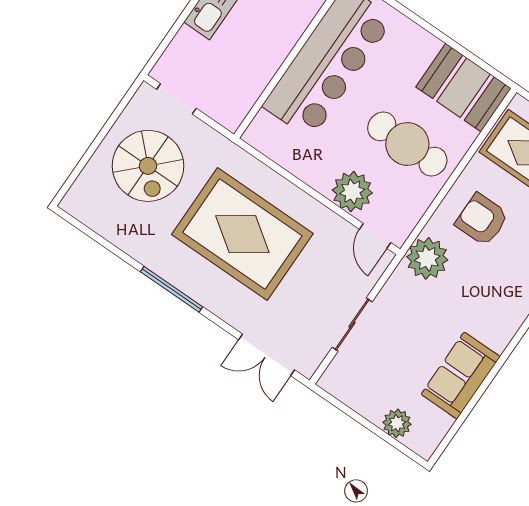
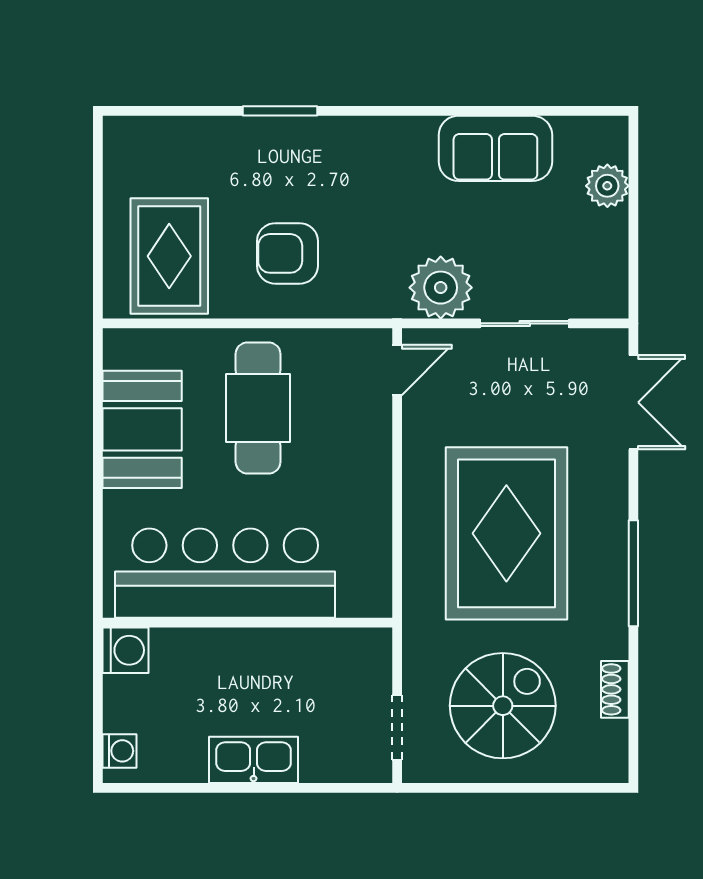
booth: (463, 88) -> (142, 429), moved
plant: (352, 192) -> (362, 435), removed
armchair: (482, 220) -> (287, 253), turned 90
shoe rack: (114, 234) -> (615, 689), added
plant: (427, 258) -> (441, 288), moved

